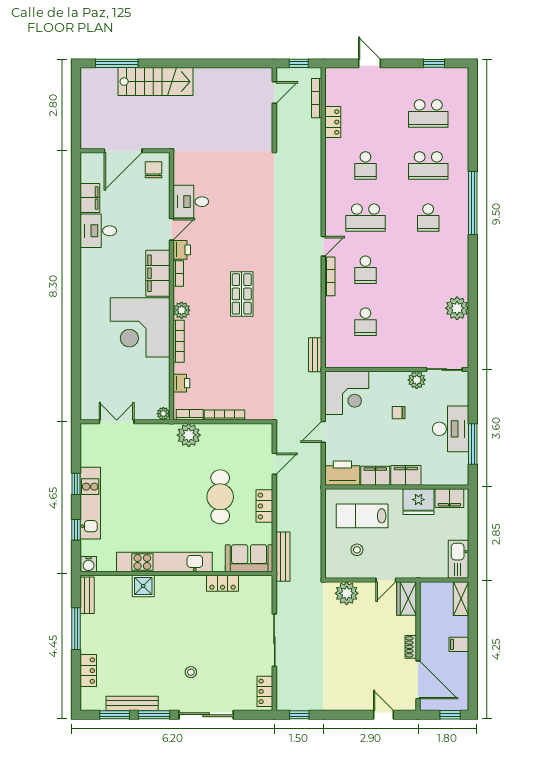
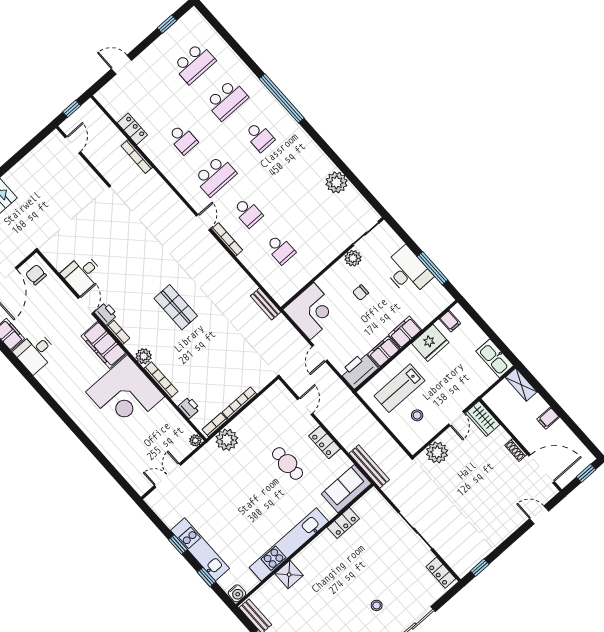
bookcase: (317, 98) -> (137, 157), moved
cafe table: (220, 497) -> (288, 464), width x0.73, depth x0.74
filing cabinet: (449, 498) -> (450, 321), width x0.50

